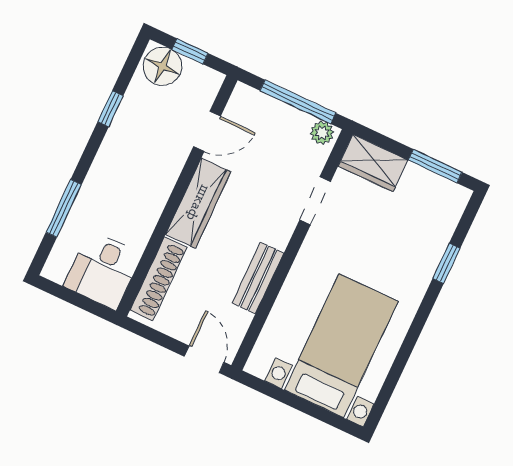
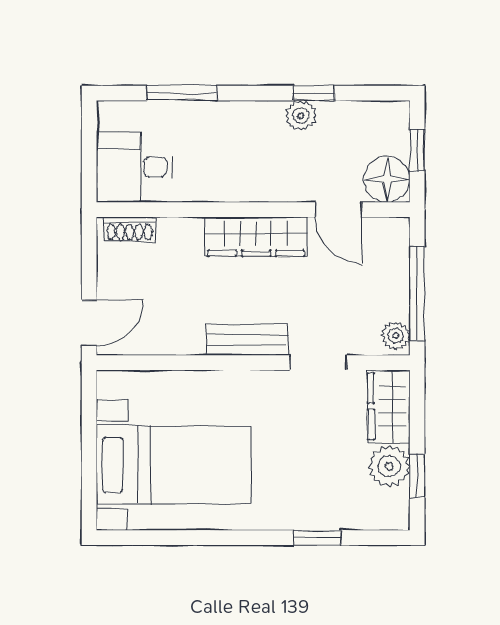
floor lamp: (162, 66) -> (387, 179), moved
plant: (123, 127) -> (301, 116), added
window: (435, 166) -> (417, 476), width x0.67
plant: (418, 184) -> (389, 466), added
bench: (258, 278) -> (247, 340), moved
shoe rack: (158, 279) -> (130, 229), width x0.51, depth x0.81

